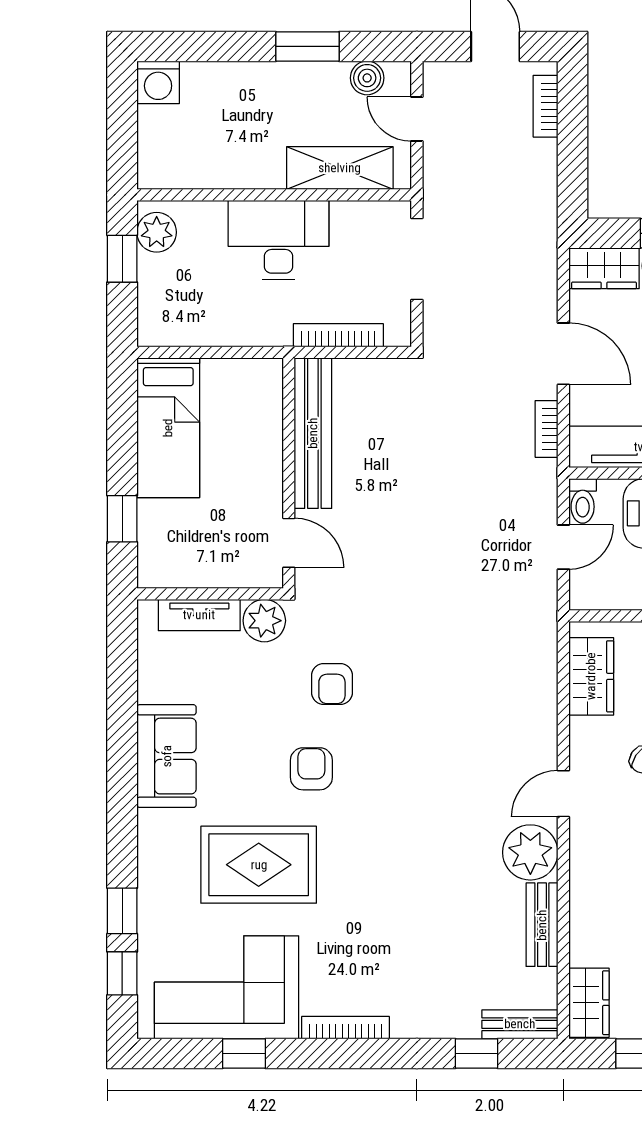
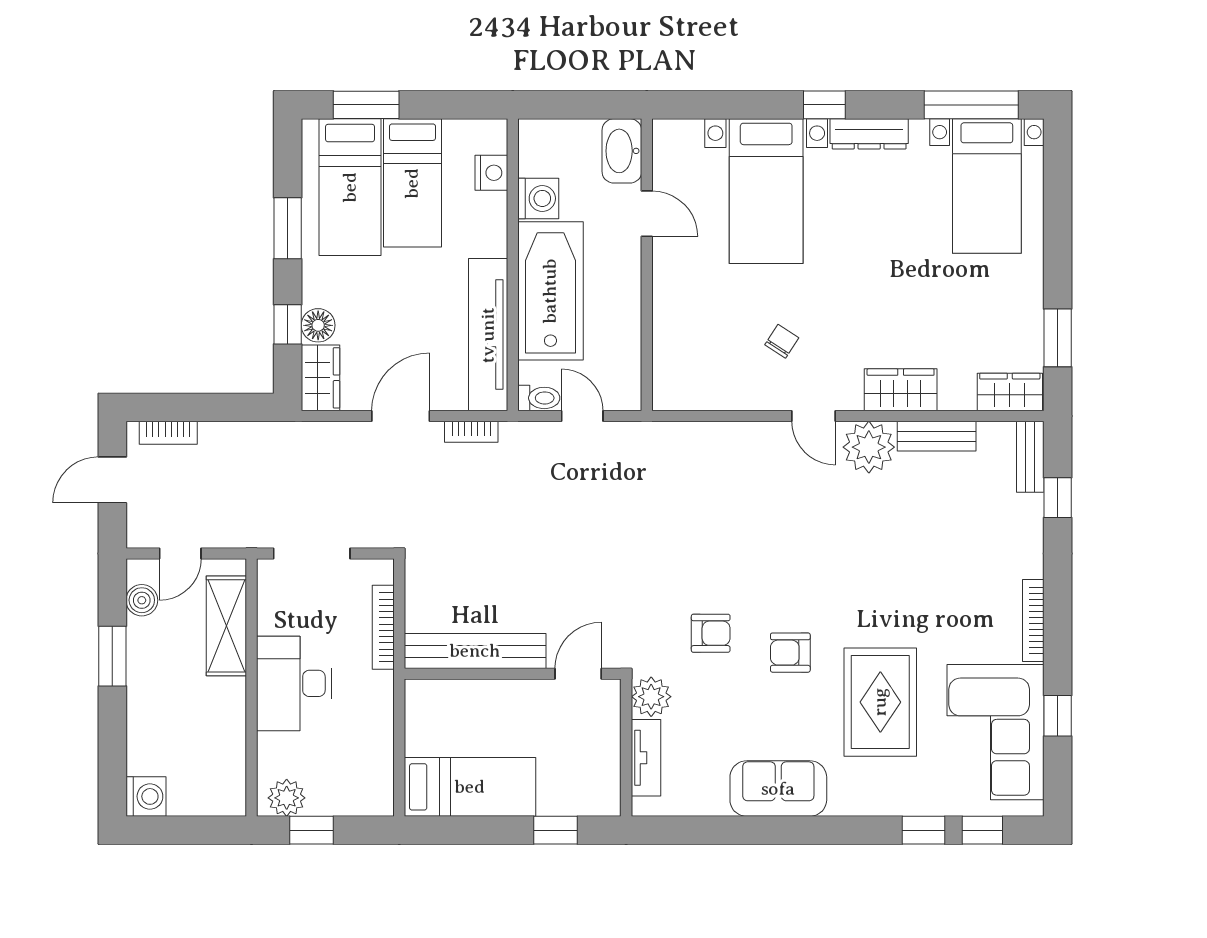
wardrobe: (591, 676) -> (901, 390), moved

